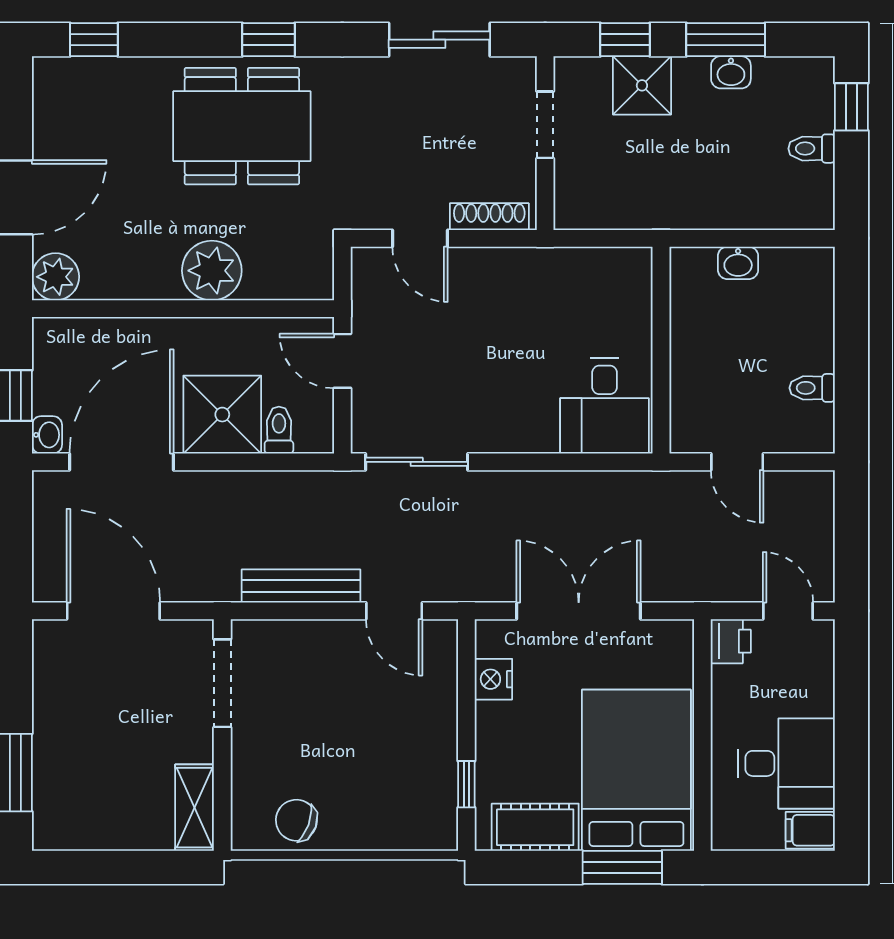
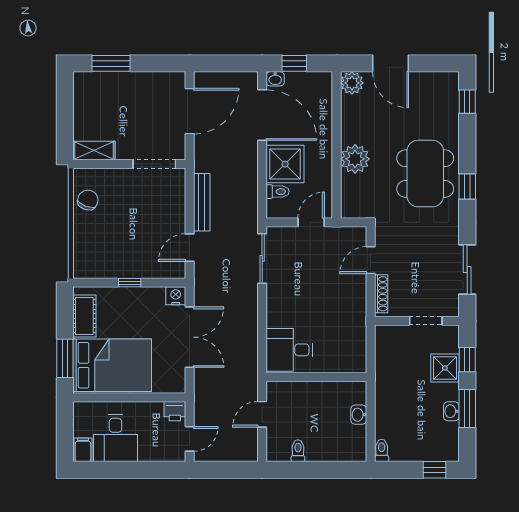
toilet: (812, 149) -> (382, 450), moved
nightstand: (493, 679) -> (176, 296), moved
window: (466, 784) -> (130, 283), moved

